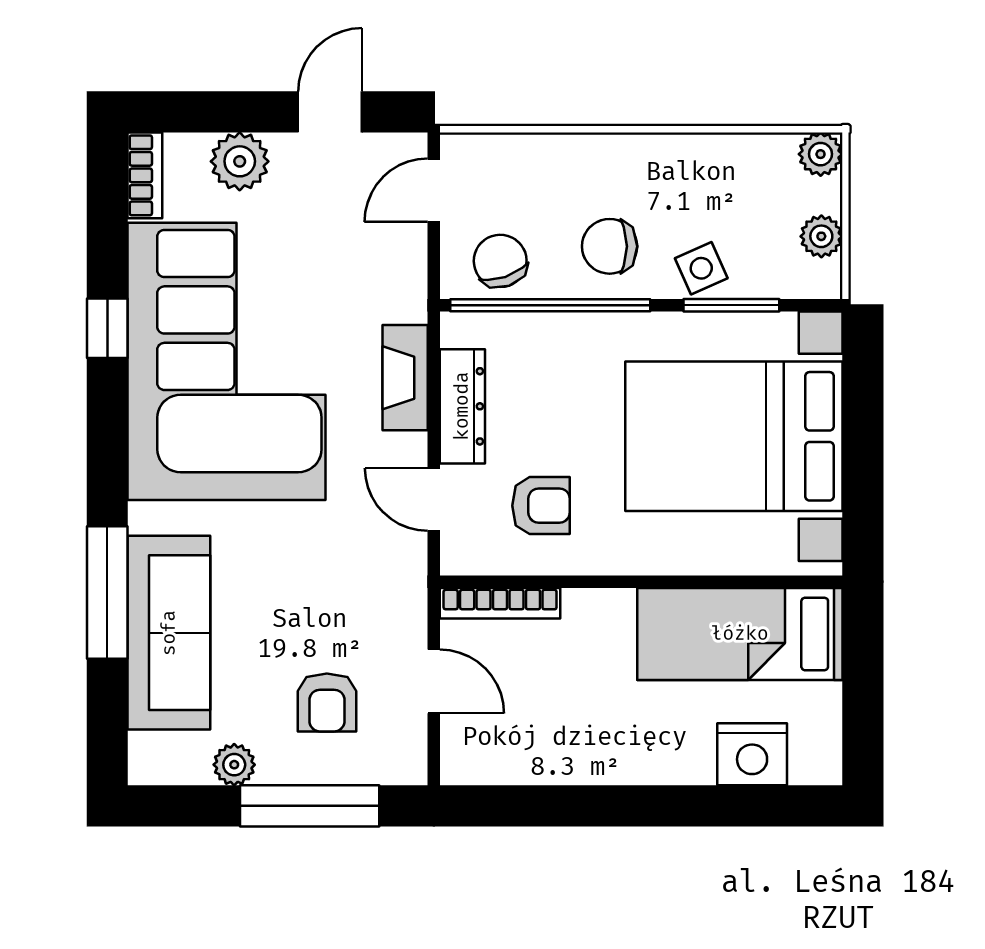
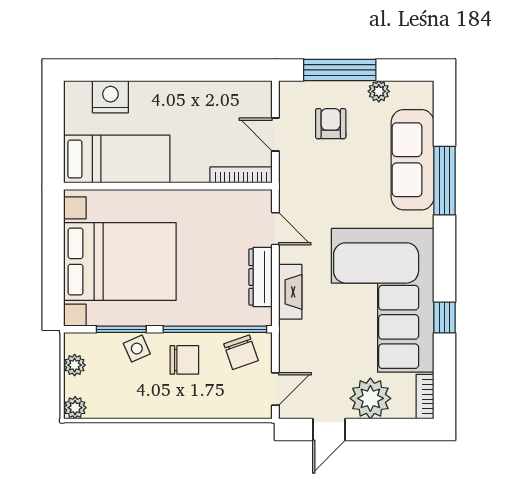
plant: (240, 161) -> (370, 398), width x1.36, depth x1.36
armchair: (541, 506) -> (220, 226), removed

